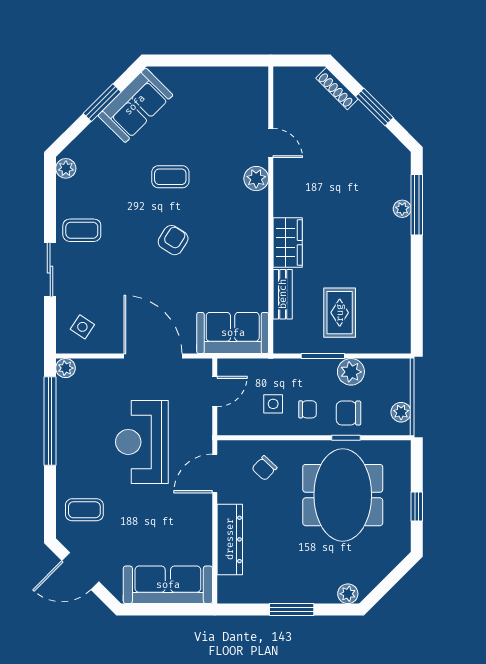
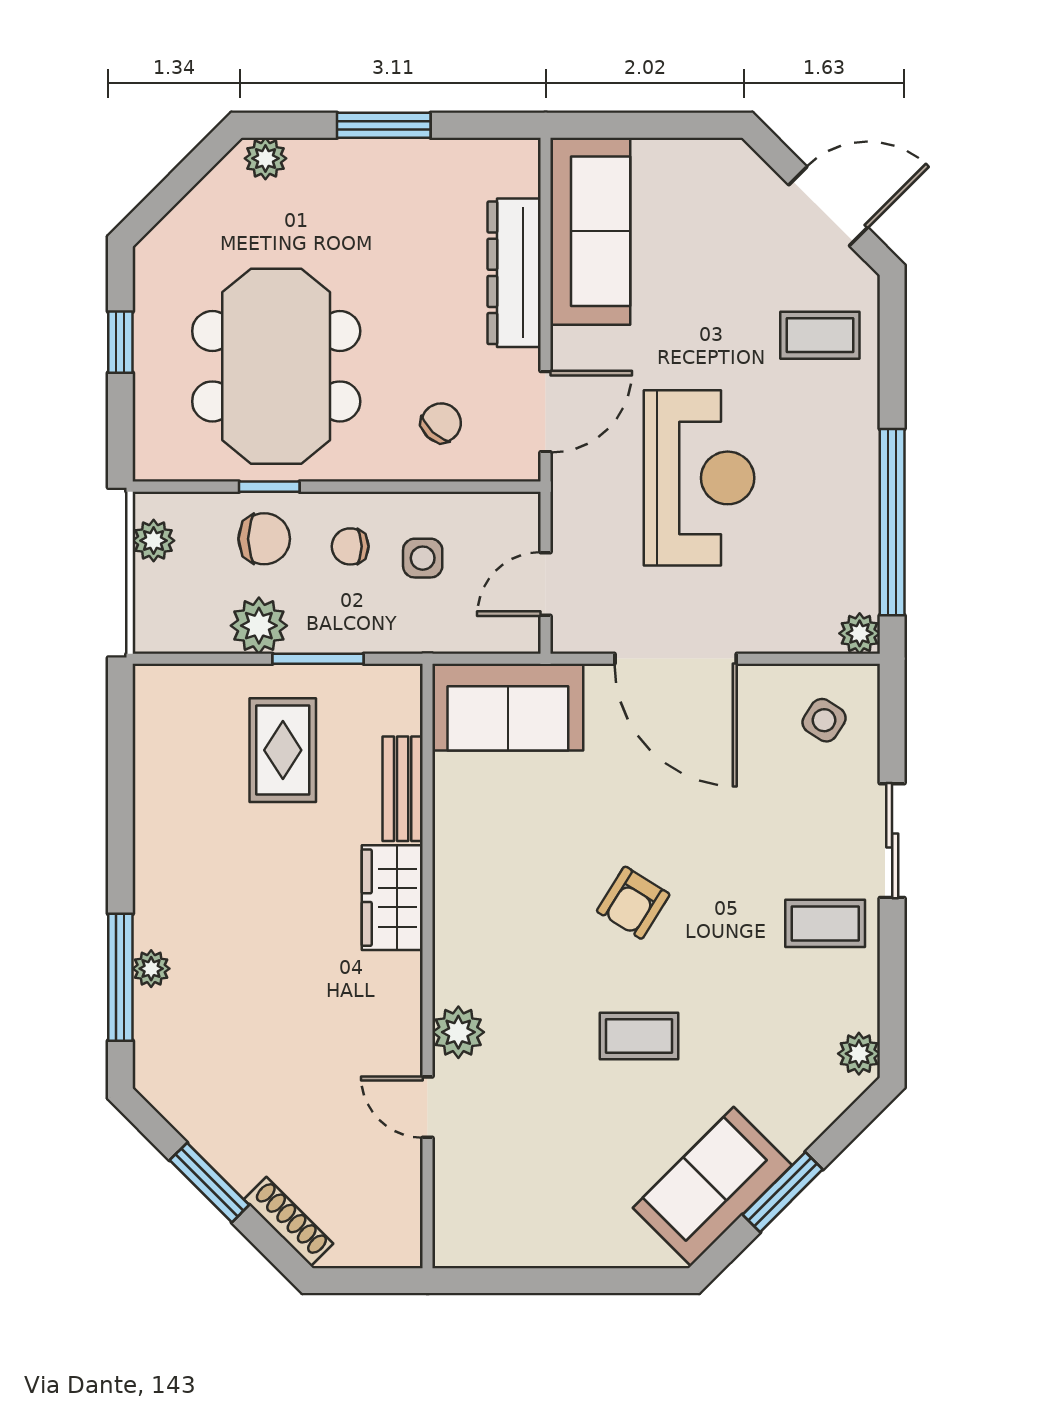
sofa: (168, 585) -> (590, 231), moved, turned -90

